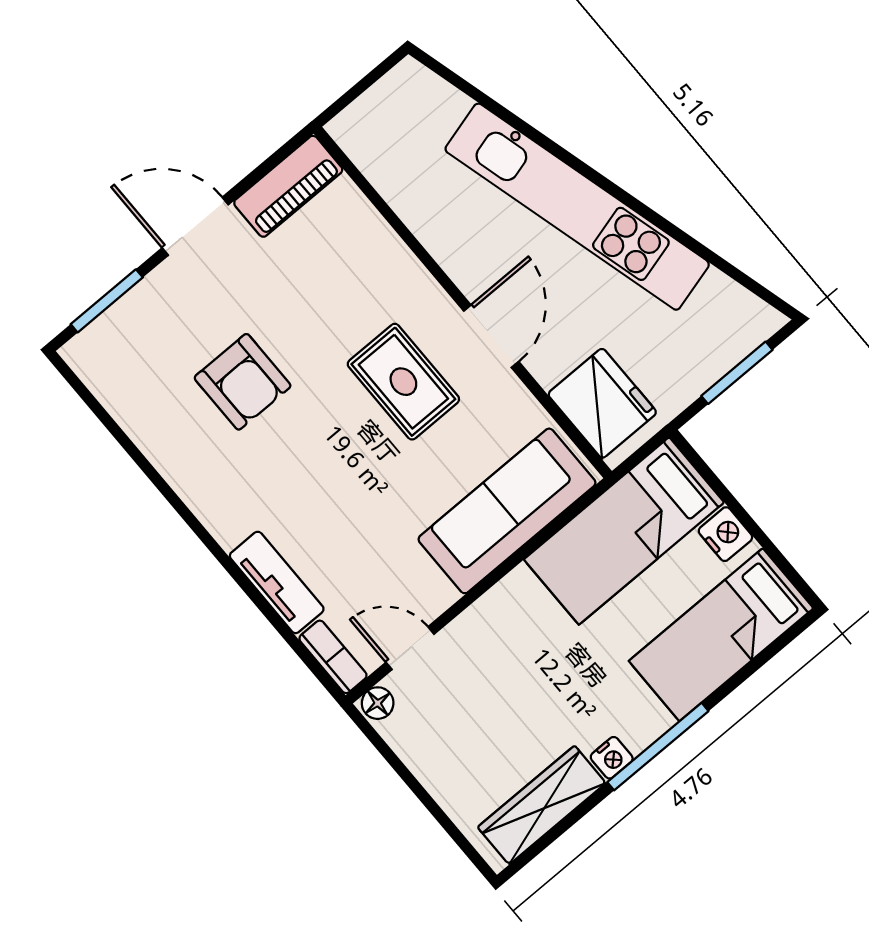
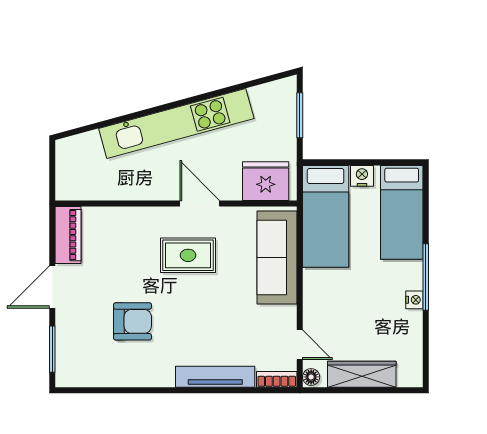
tv unit: (277, 582) -> (215, 377), width x1.41
door: (410, 648) -> (300, 345), swing flipped
wardrobe: (542, 805) -> (362, 374), moved, turned 90

